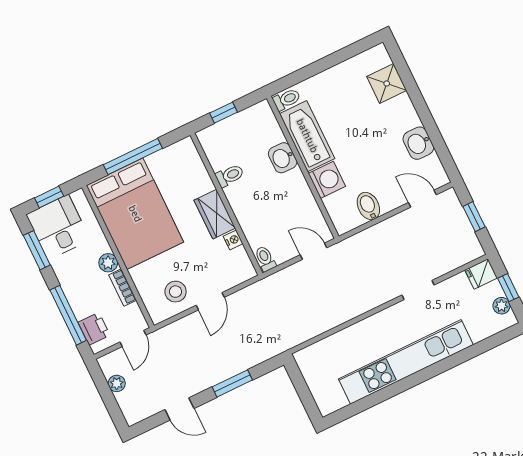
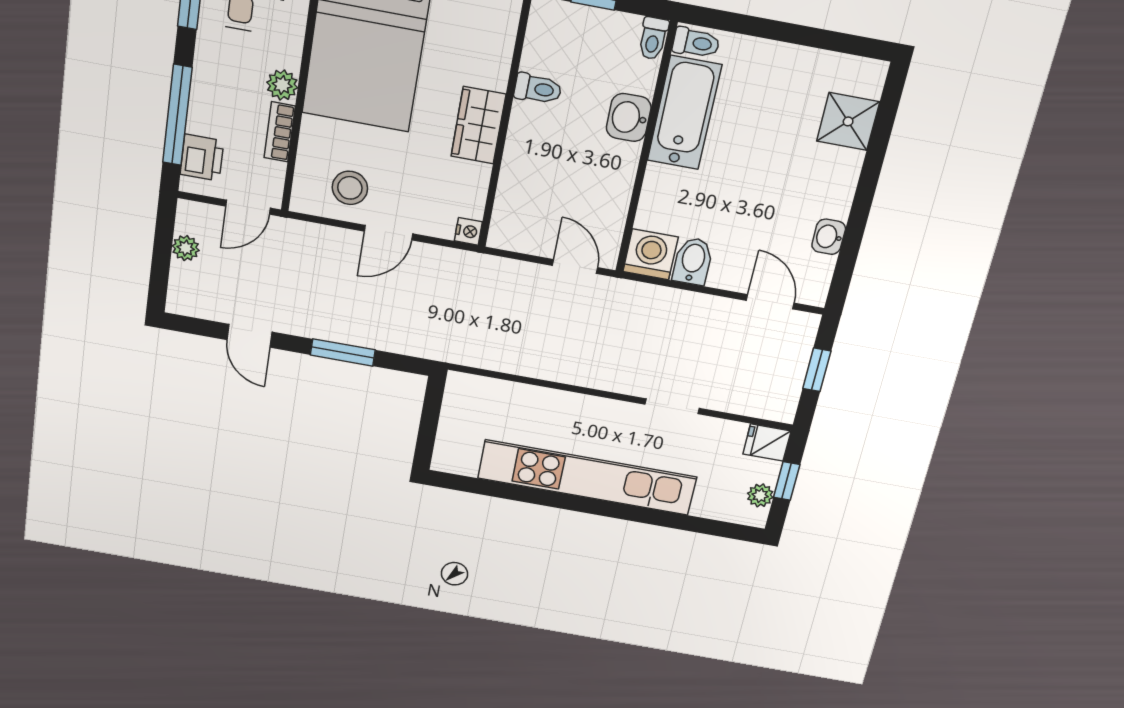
washbasin: (418, 143) -> (829, 237), width x0.72, depth x0.69
washing machine: (327, 180) -> (650, 254), moved, turned -90
nightstand: (233, 240) -> (468, 231), moved
toilet: (265, 259) -> (653, 38), moved, turned 180

